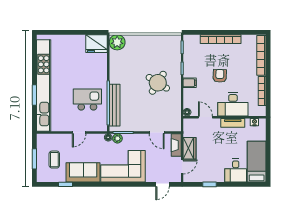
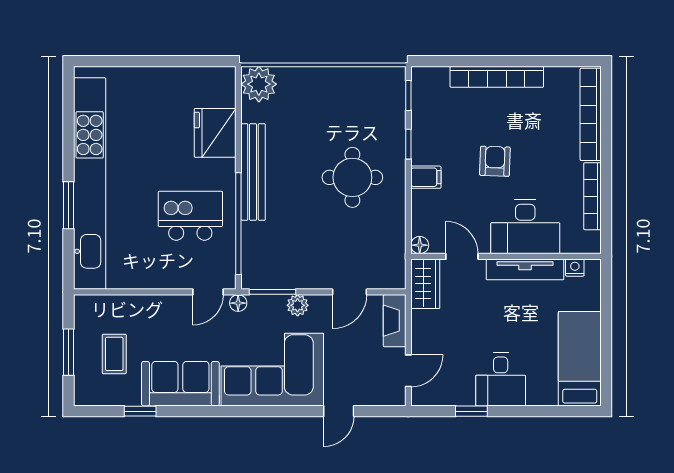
fridge: (96, 44) -> (215, 133), moved, turned 90
round table: (158, 83) -> (352, 177), turned -32
bench: (115, 105) -> (253, 172), moved
tv unit: (233, 123) -> (525, 269), width x1.41
door: (79, 133) -> (208, 292), moved
door: (157, 133) -> (350, 292), hinge flipped
plant: (117, 138) -> (298, 305), moved
wardrobe: (189, 148) -> (425, 284), moved
desk: (236, 171) -> (501, 379), moved
door: (162, 184) -> (339, 411), moved

